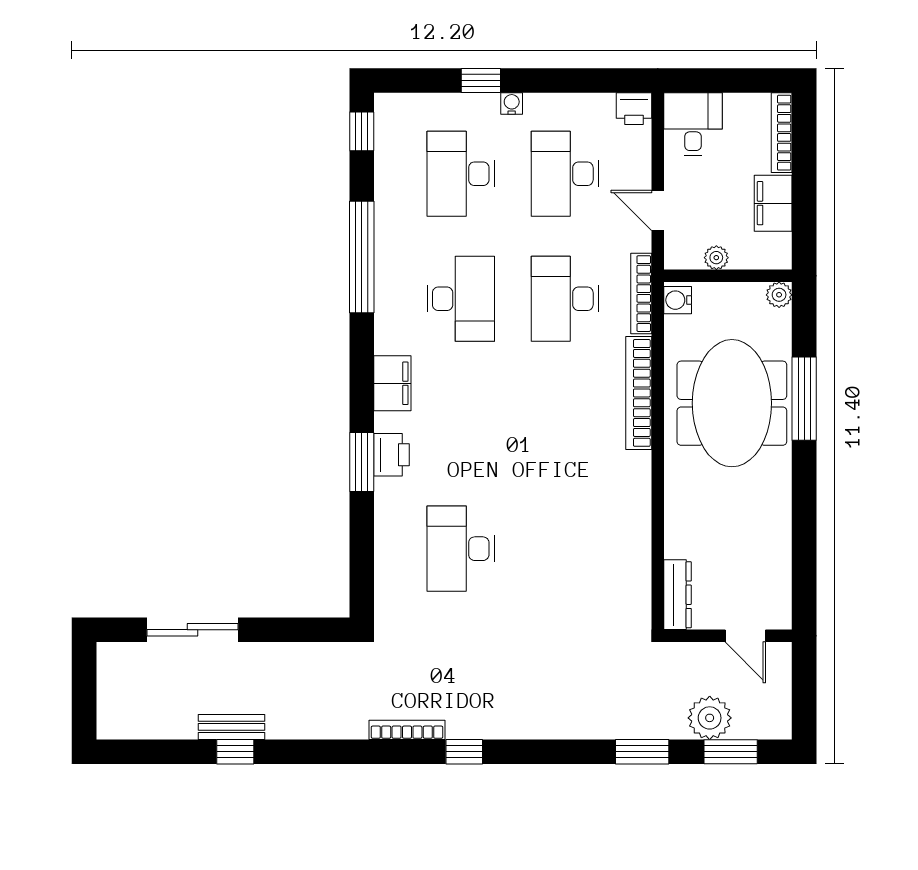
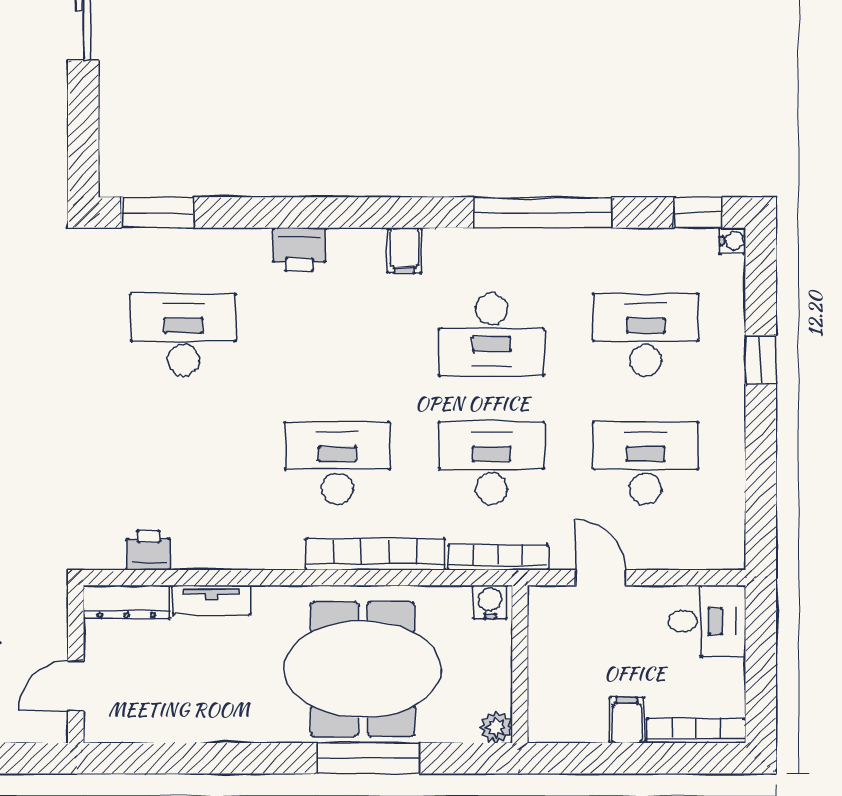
water cooler: (512, 104) -> (732, 241), moved
printer: (634, 109) -> (148, 550), moved, turned 90
filing cabinet: (773, 203) -> (627, 720), width x0.50
door: (658, 210) -> (601, 578), hinge flipped
plant: (716, 258) -> (542, 650), removed
filing cabinet: (392, 383) -> (404, 250), width x0.50
desk: (565, 424) -> (337, 463), added
window: (362, 462) -> (158, 213), moved
tv unit: (676, 526) -> (212, 600), added

